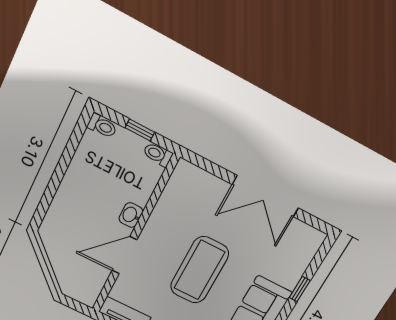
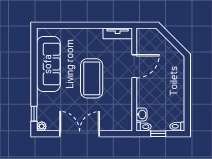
washbasin: (131, 215) -> (141, 114), moved
plant: (316, 238) -> (42, 126), added
window: (300, 289) -> (34, 114), moved

